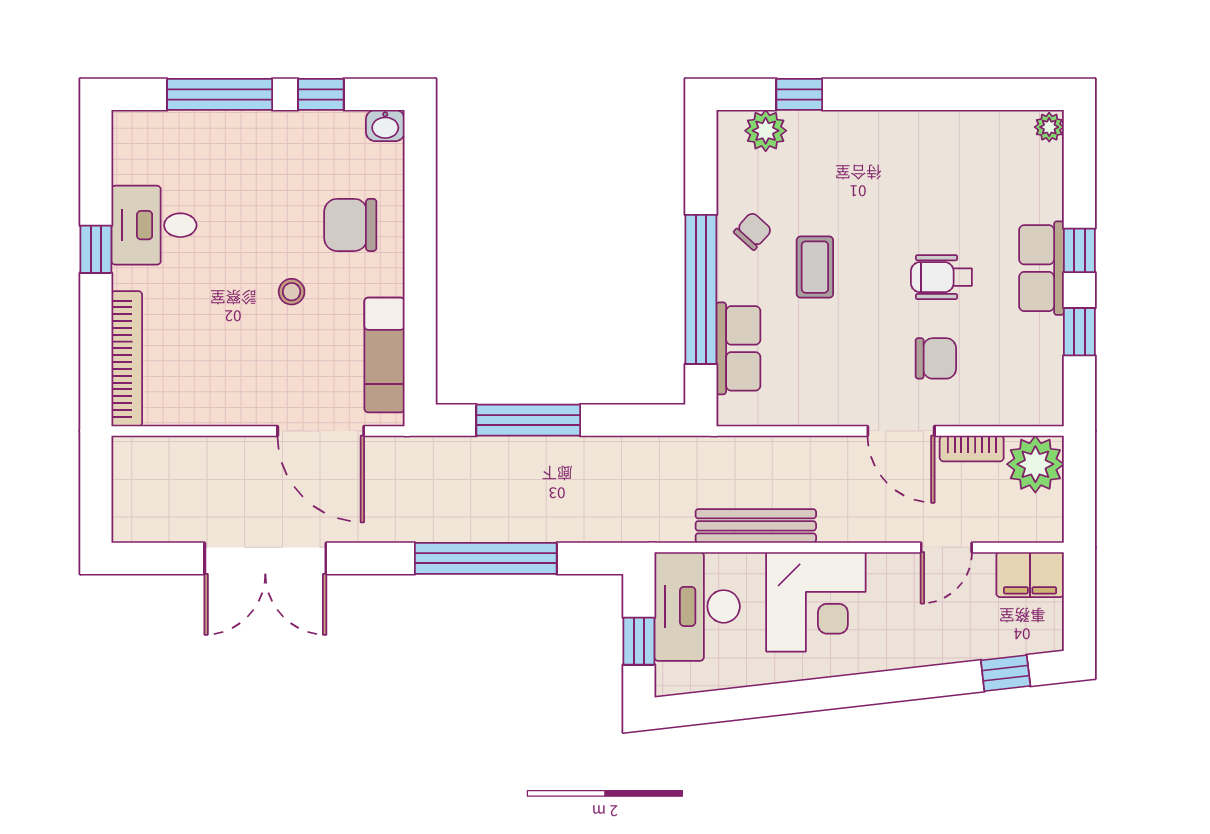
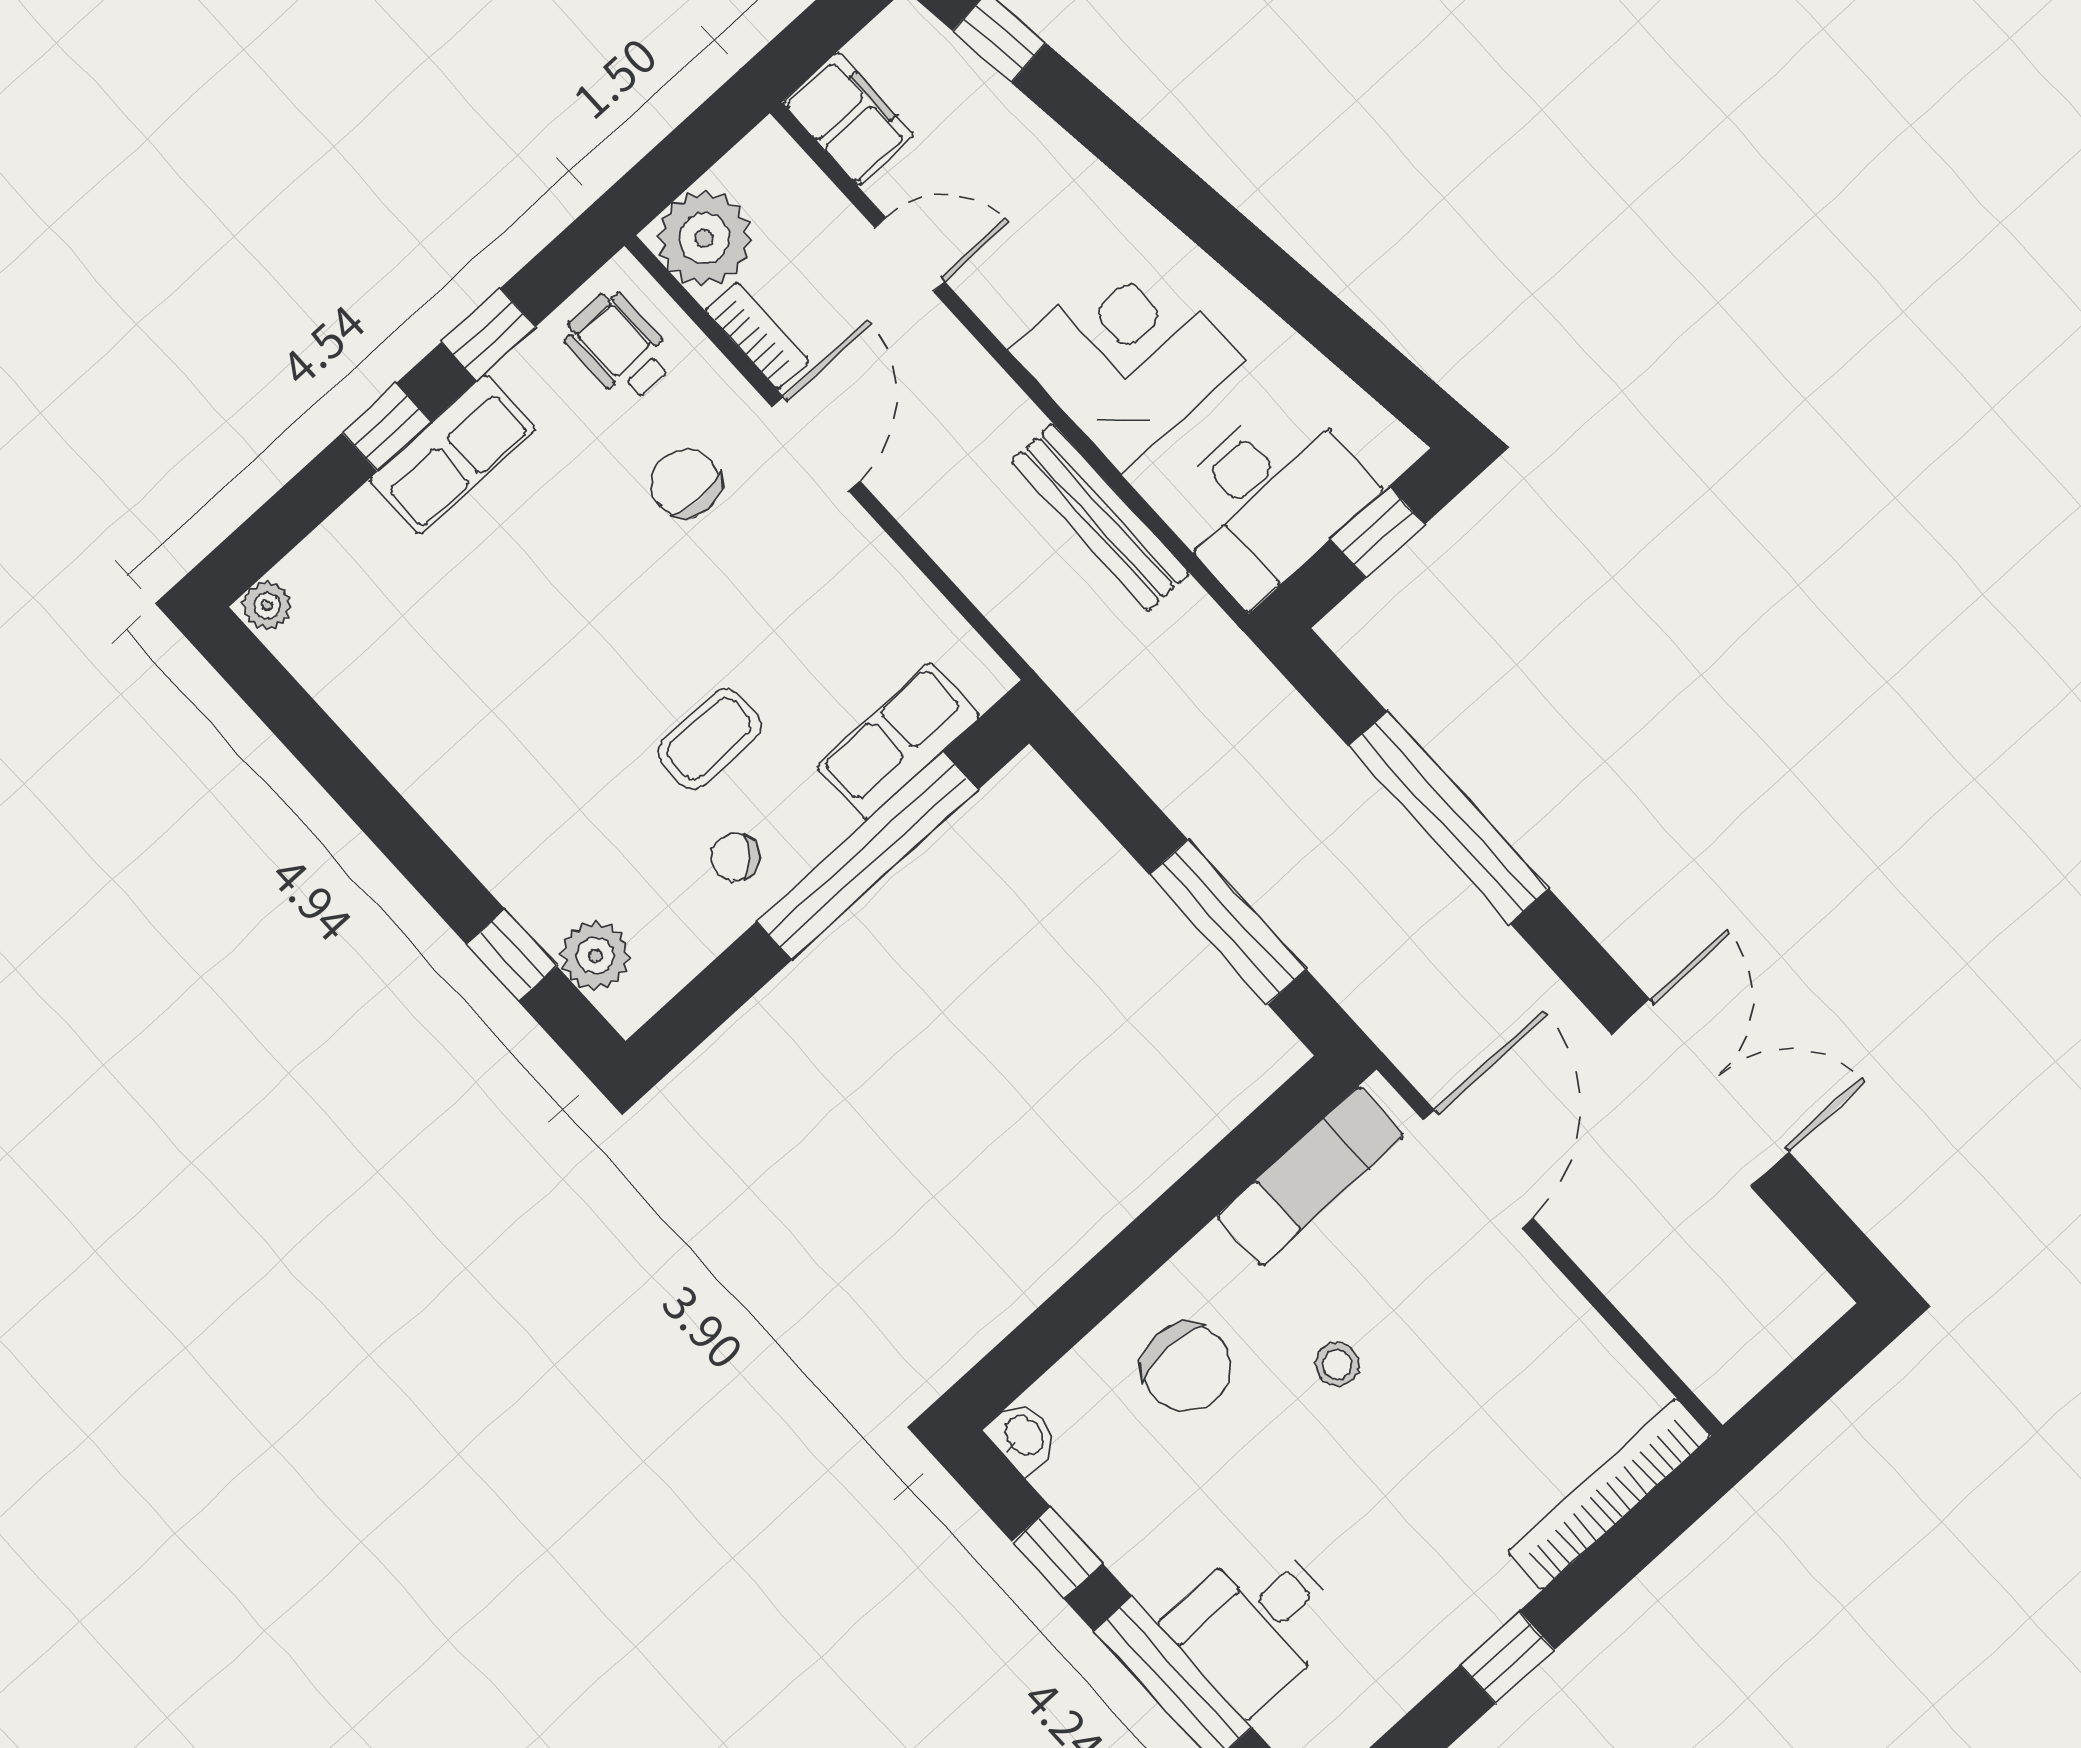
desk: (154, 225) -> (1255, 1624), moved, turned 90
wheelchair: (941, 277) -> (619, 347), moved, turned 180

